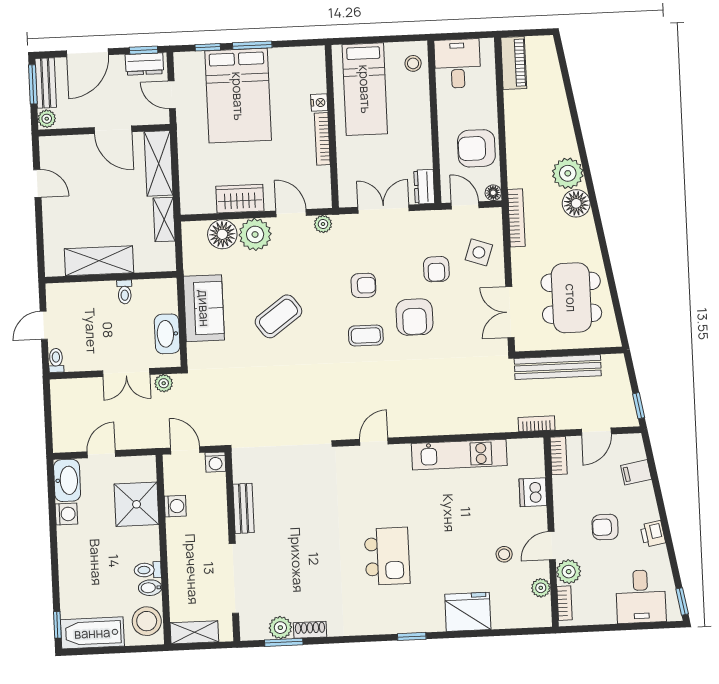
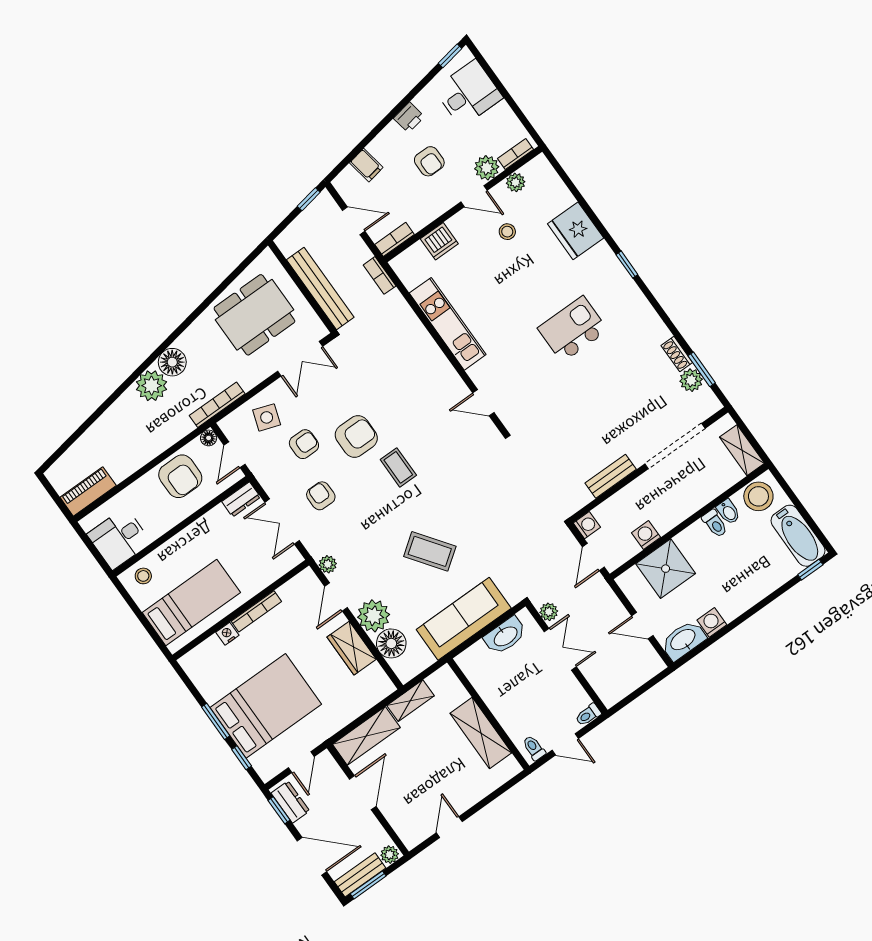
armchair: (363, 285) -> (321, 496), moved
toilet: (125, 292) -> (534, 748), moved, turned -90
sofa: (204, 308) -> (464, 619), width x1.36

